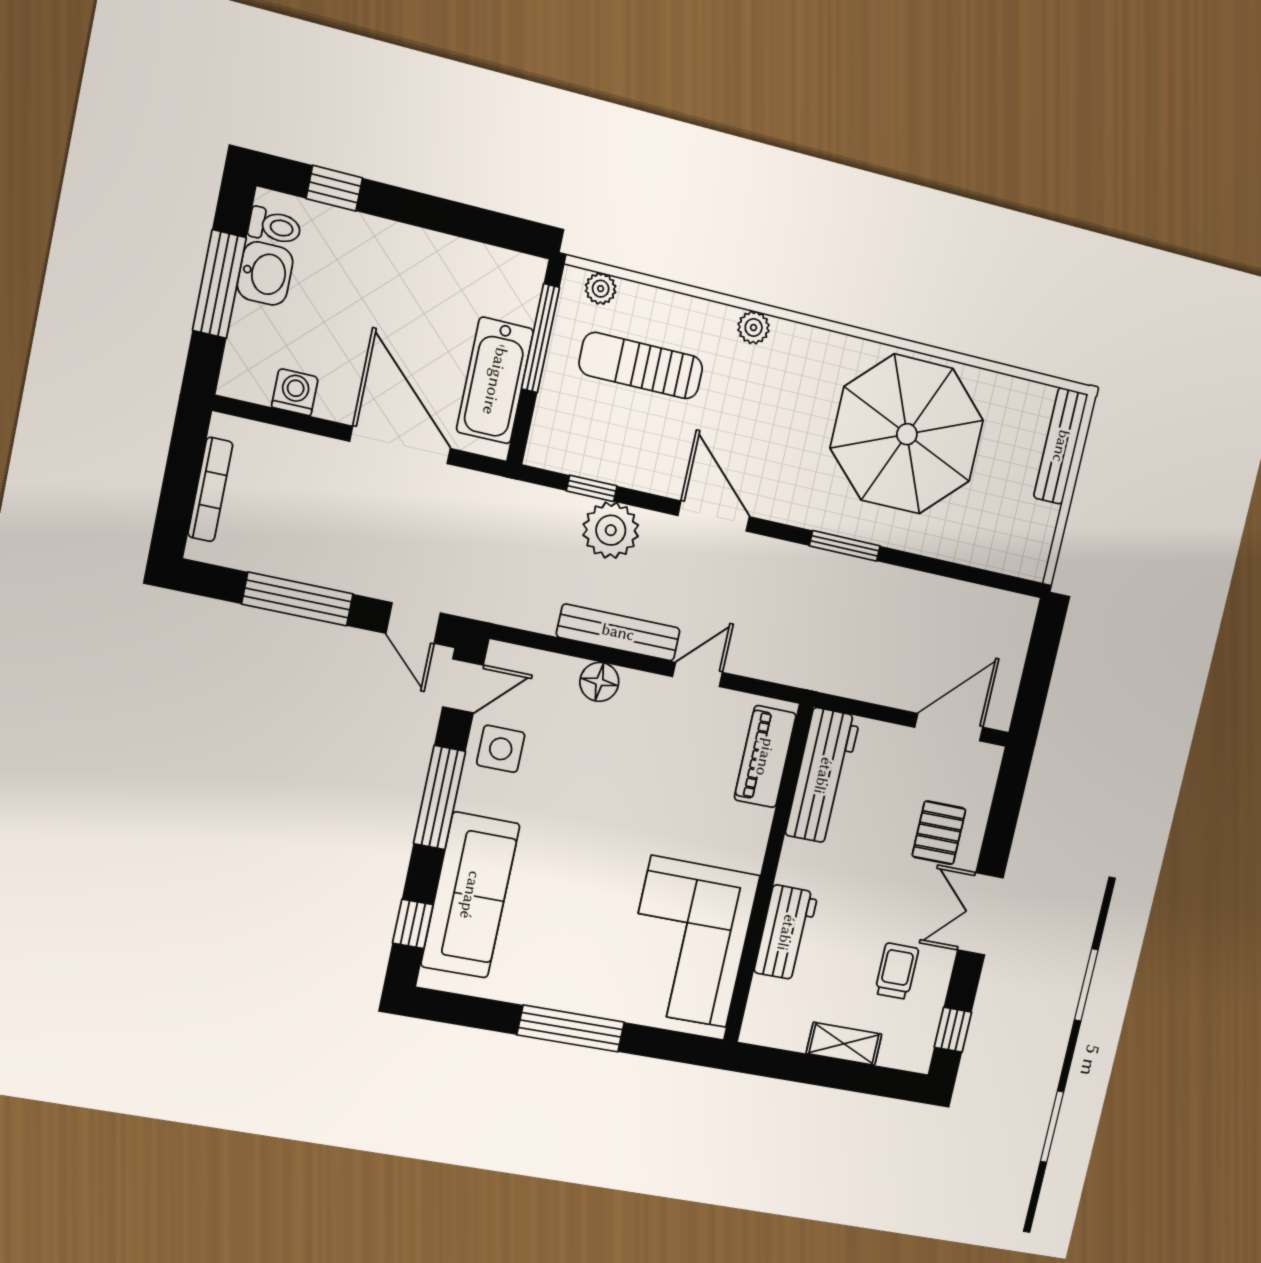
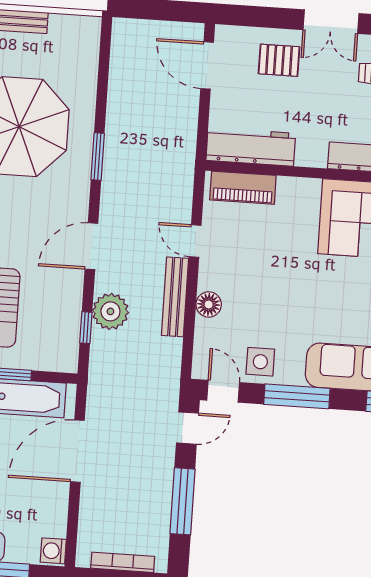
washing machine: (295, 392) -> (53, 551), moved

